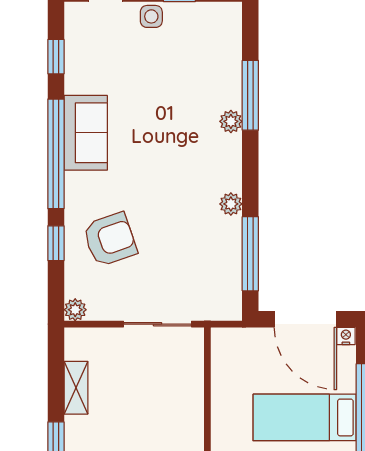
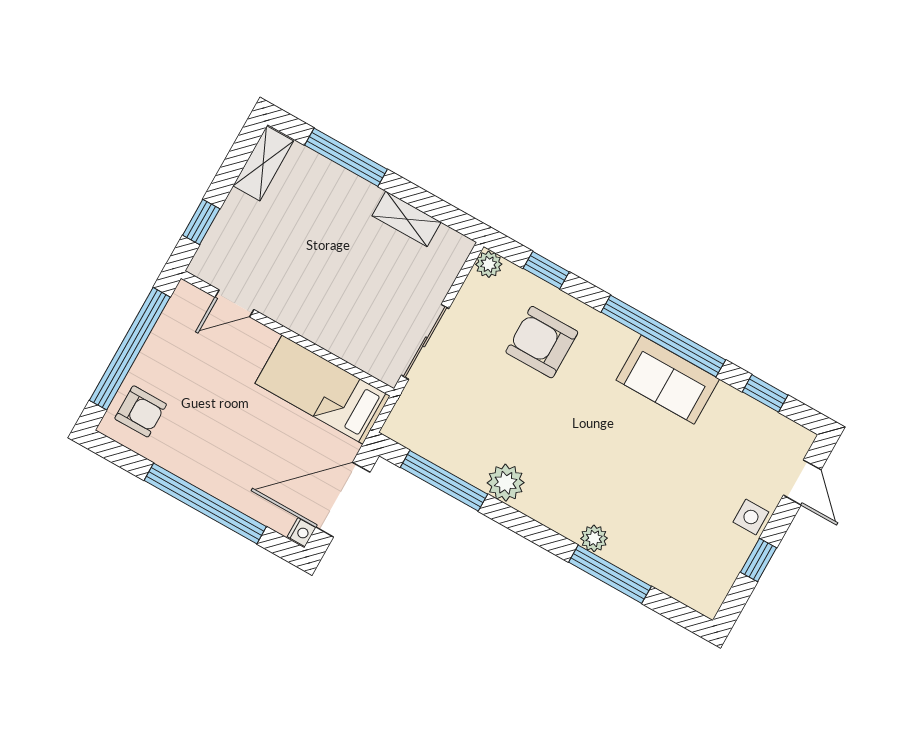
plant: (231, 204) -> (506, 483), width x1.38, depth x1.38
armchair: (110, 239) -> (542, 342), turned 109
window: (56, 243) -> (546, 270), moved
bed: (305, 417) -> (323, 390), moved, turned -90

